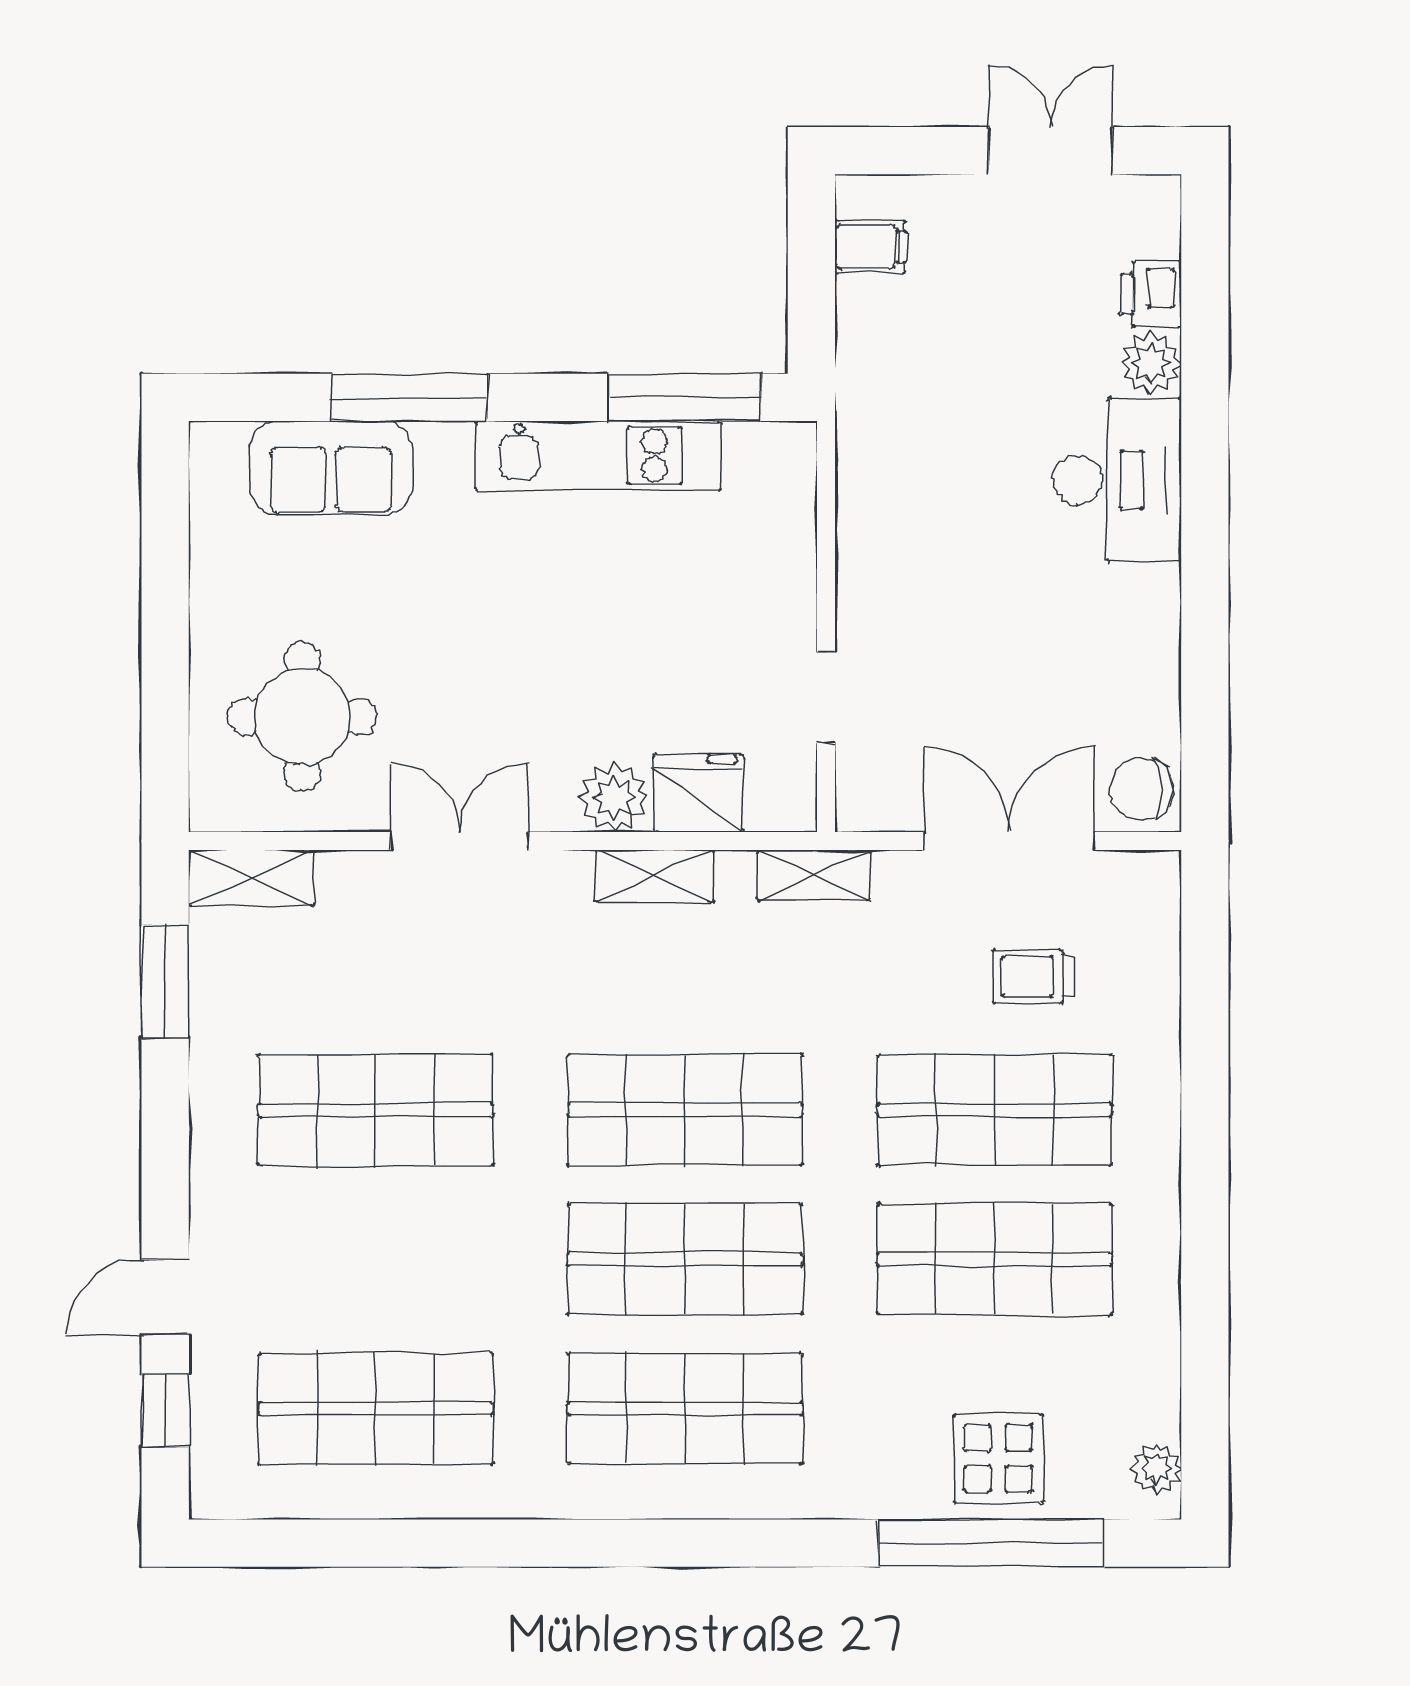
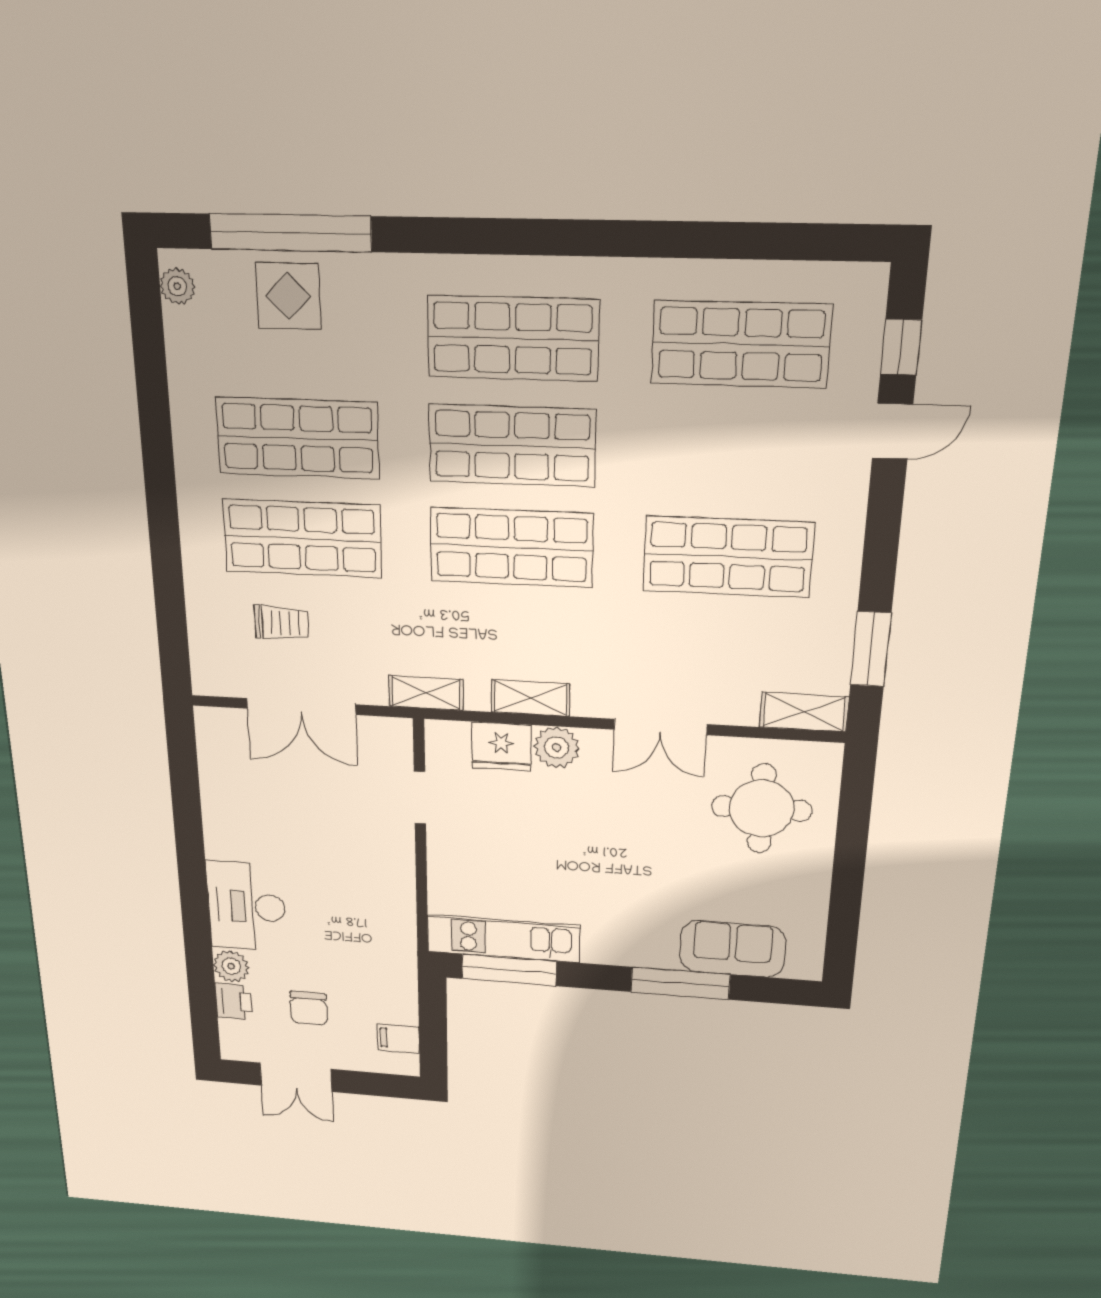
kitchen unit: (598, 456) -> (503, 939), moved
chair: (1142, 789) -> (309, 1008), moved, turned 90

